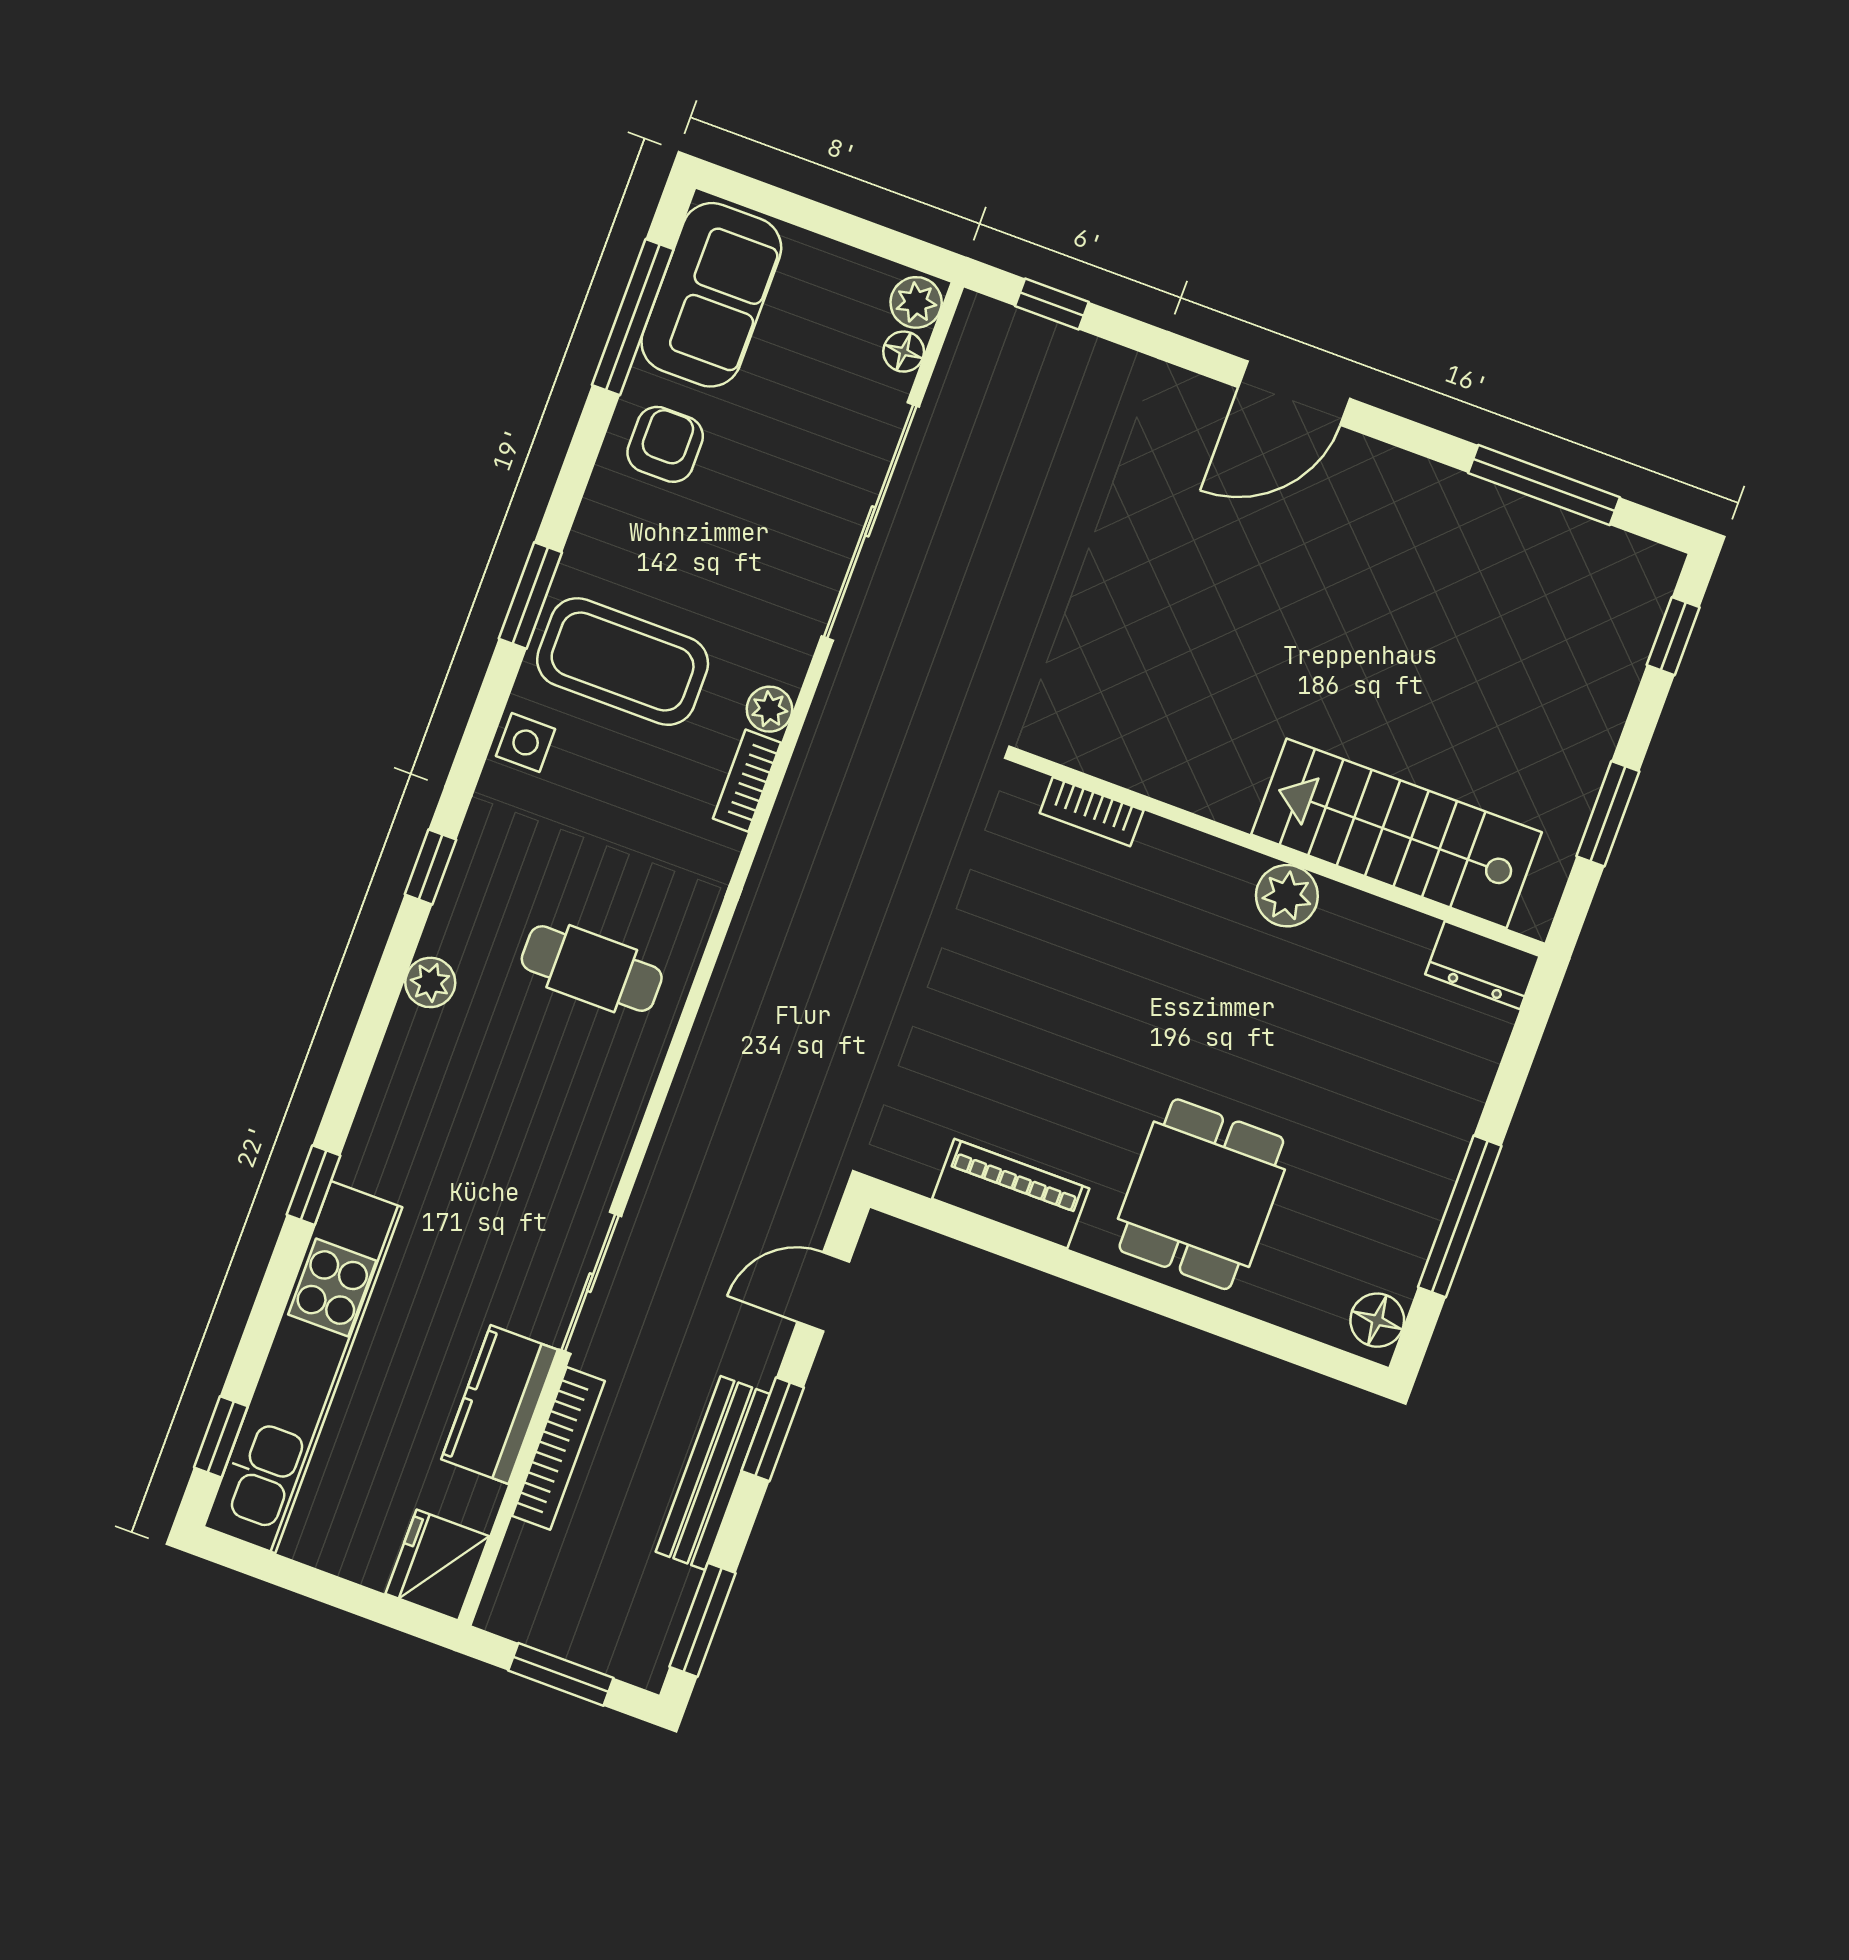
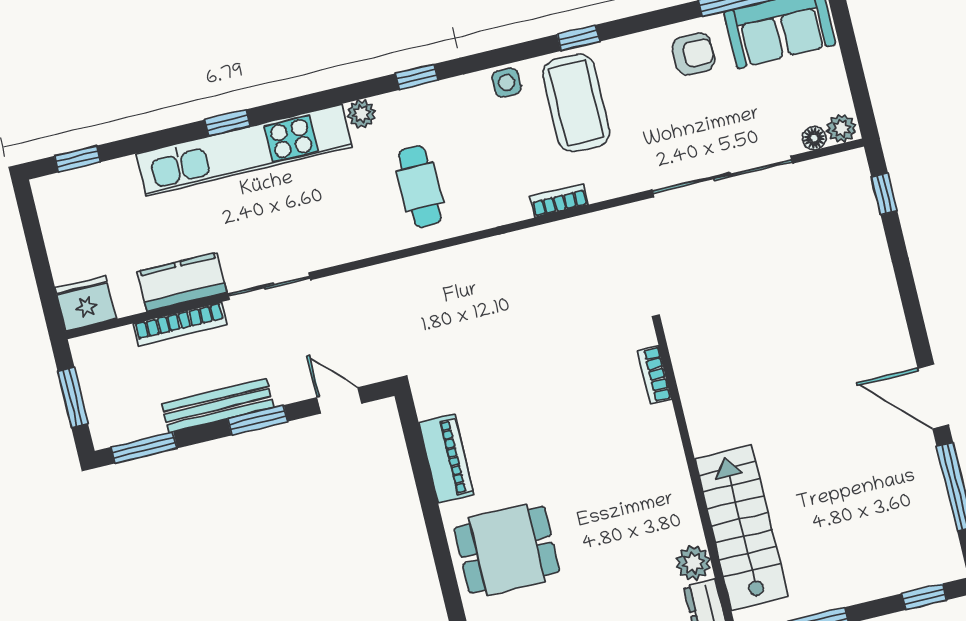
door: (1294, 393) -> (933, 396), moved
window: (530, 595) -> (578, 38), width x0.67
plant: (769, 709) -> (600, 188), removed
plant: (1287, 896) -> (693, 563), moved
kitchen unit: (303, 1367) -> (244, 150), moved

